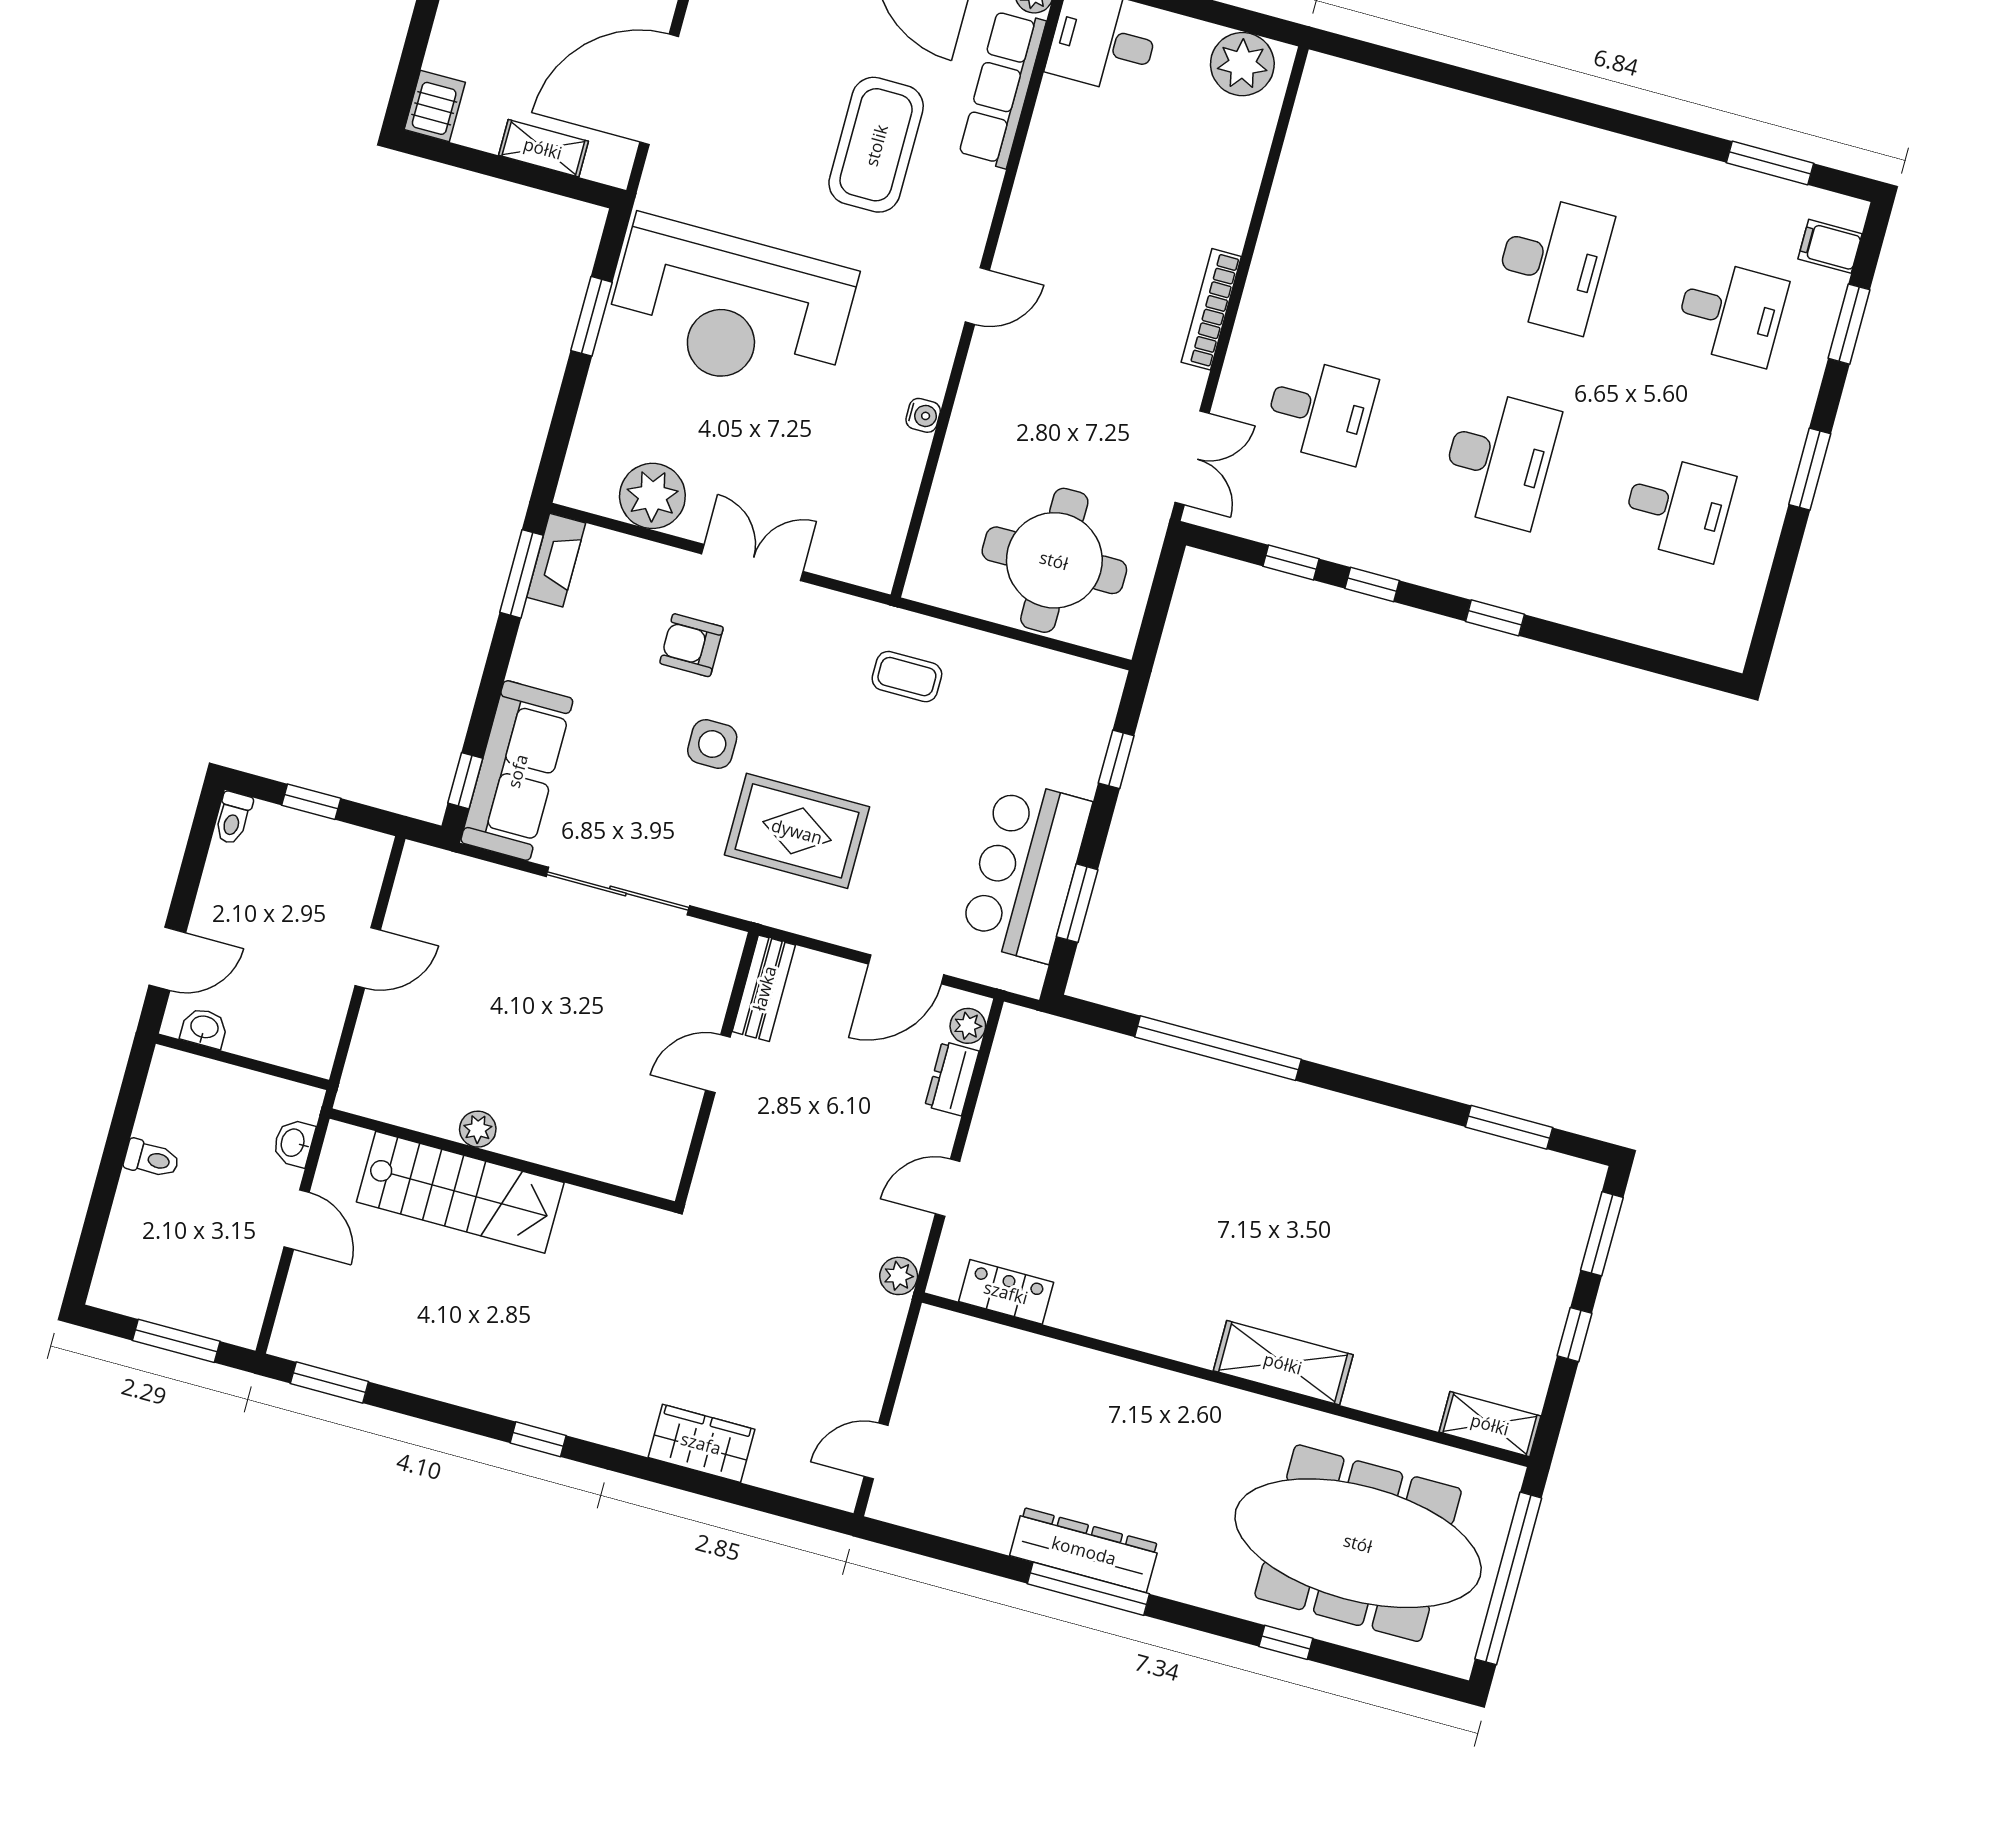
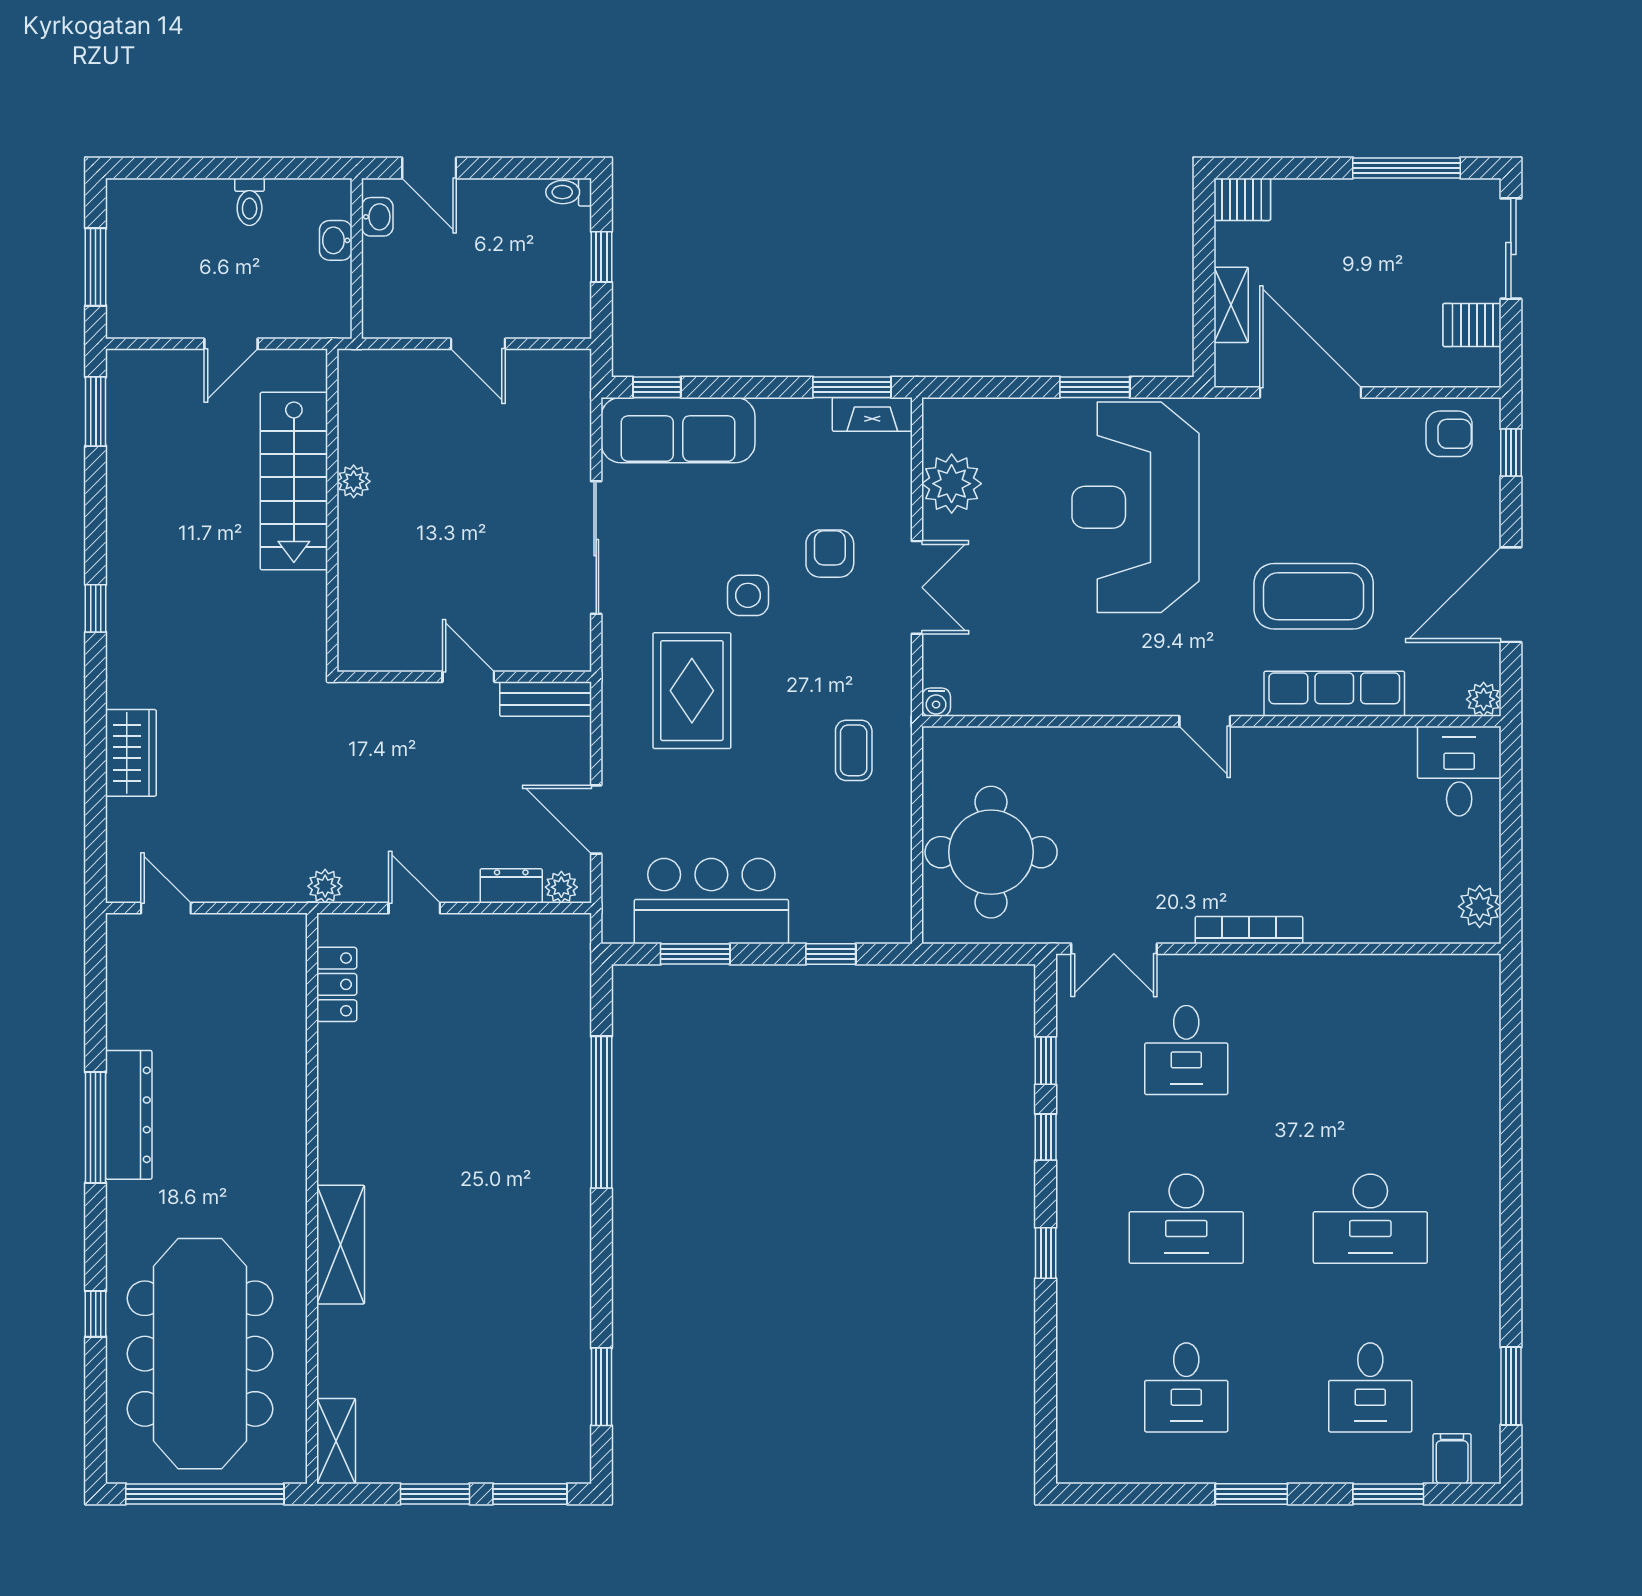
plant: (1242, 64) -> (1480, 907), width x0.73, depth x0.73
row of seats: (1002, 89) -> (1334, 694), moved
water cooler: (923, 415) -> (936, 702), moved
washbasin: (294, 1143) -> (336, 240), moved, turned -90
window: (1575, 1335) -> (435, 1494), width x1.50

